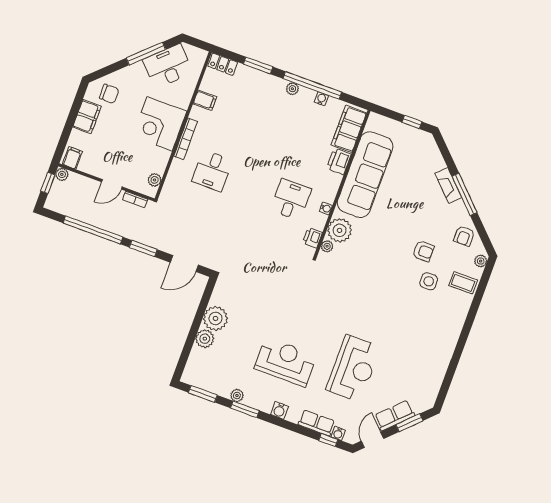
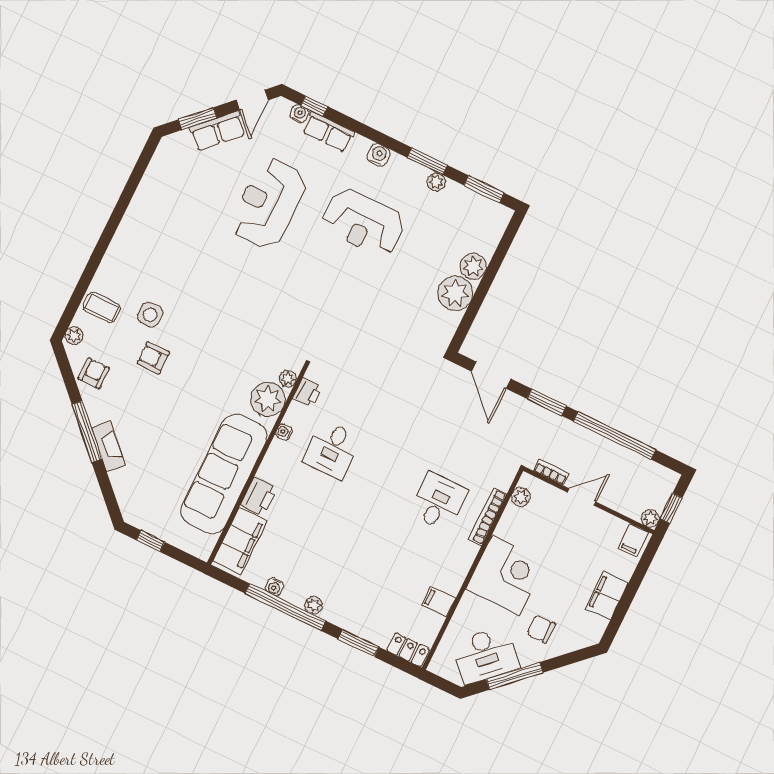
chair: (109, 94) -> (541, 629), moved
bookcase: (186, 139) -> (488, 517), moved
door: (184, 264) -> (491, 375), swing flipped

